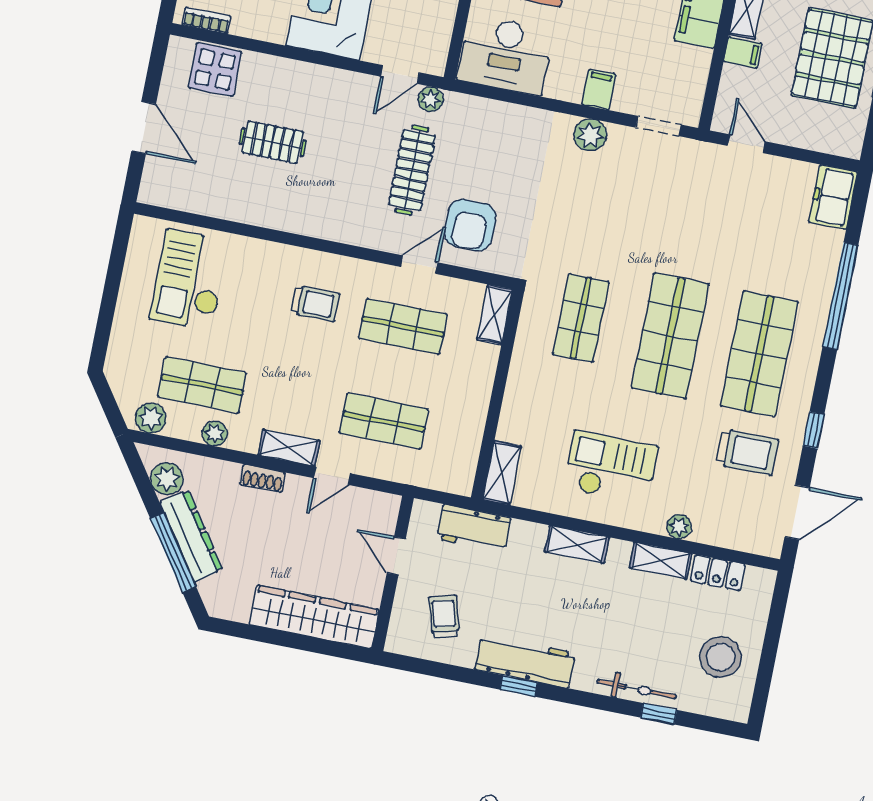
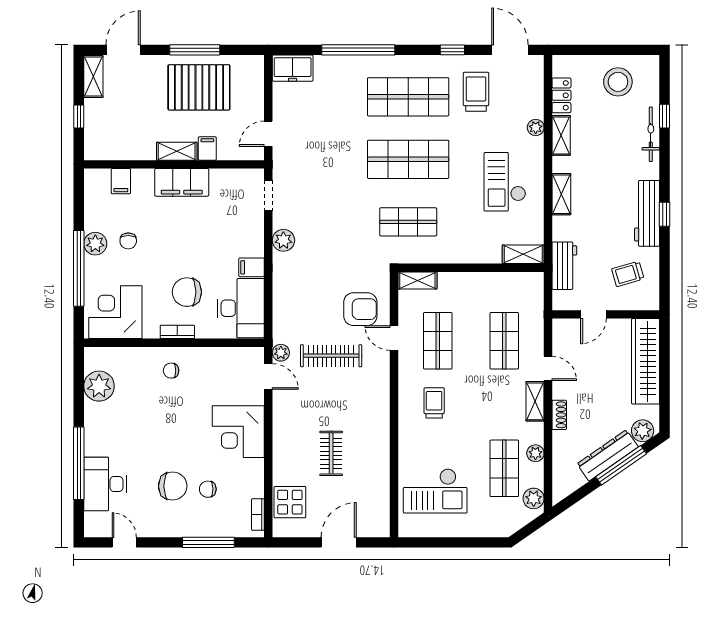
filing cabinet: (599, 89) -> (252, 267), moved
plant: (167, 479) -> (643, 431), moved

